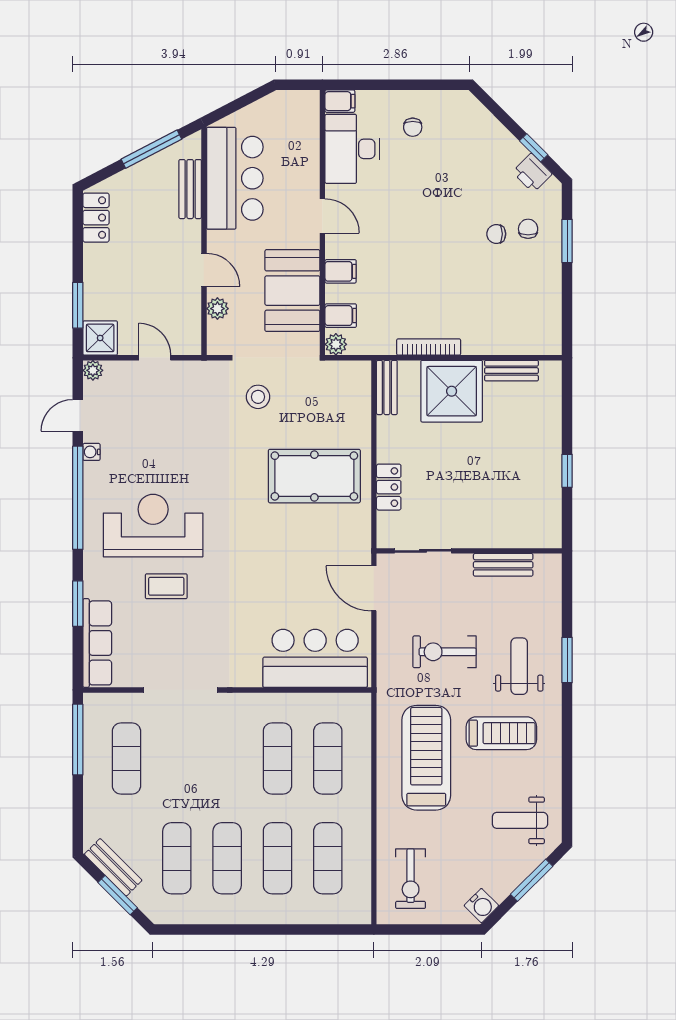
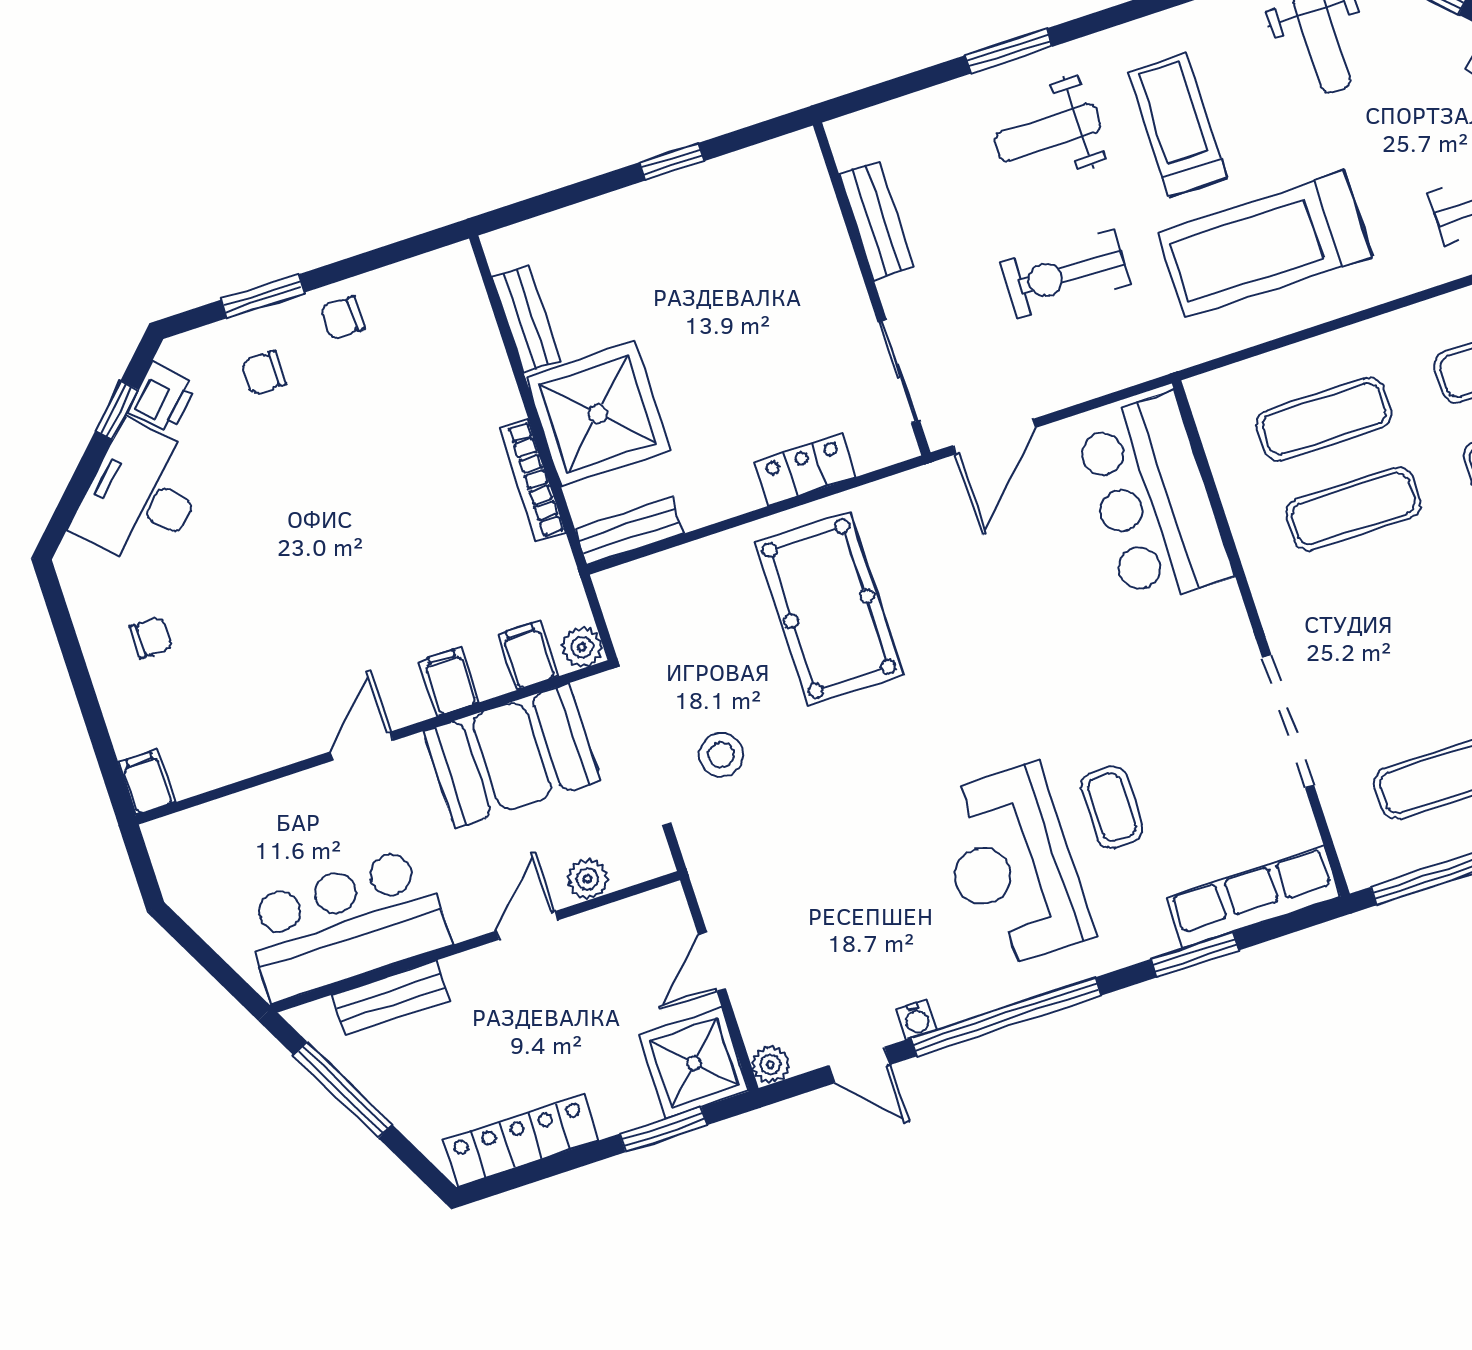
desk: (352, 149) -> (141, 496), moved, turned 135
locker: (96, 218) -> (521, 1140), width x1.53
chair: (496, 234) -> (343, 318), moved, turned 90
shower: (100, 338) -> (694, 1063), width x1.36, depth x1.36
exercise bike: (445, 652) -> (1066, 274), turned 92

